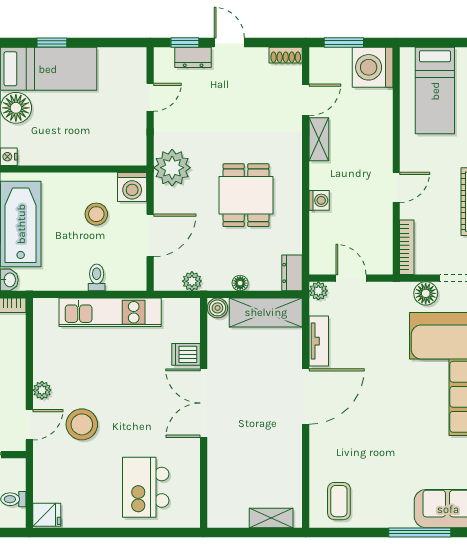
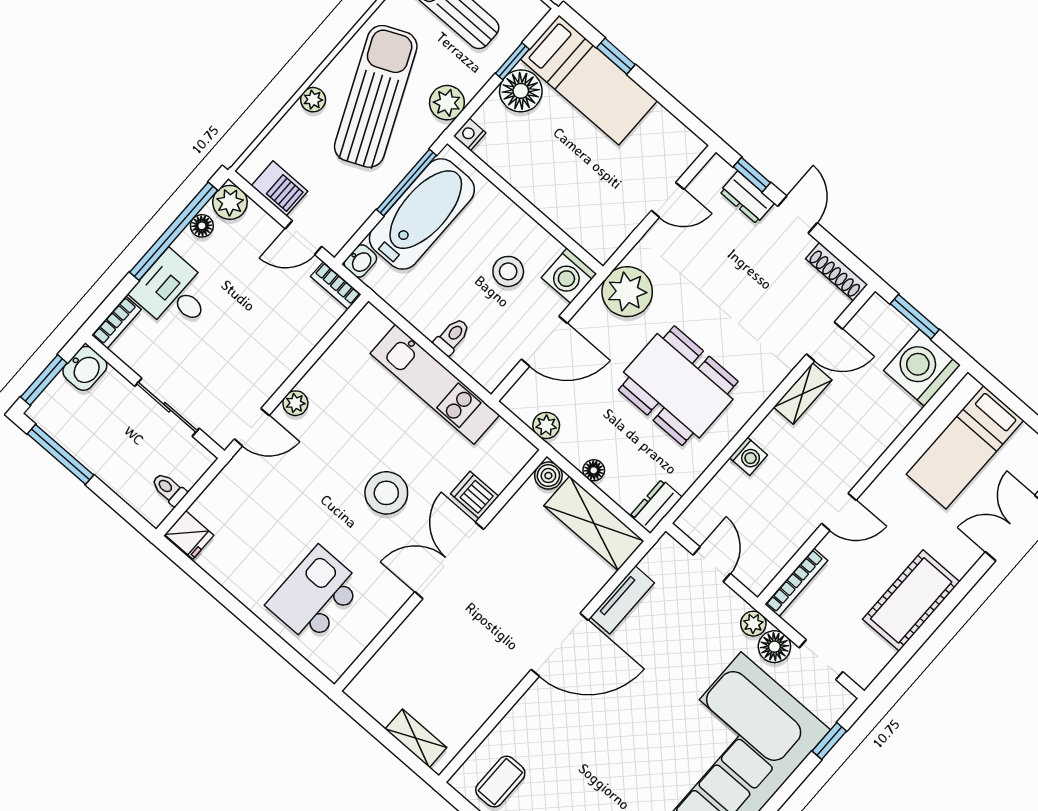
shoe rack: (286, 55) -> (837, 271), width x1.43
dining table: (246, 195) -> (678, 386), width x1.37
plant: (318, 291) -> (753, 624), moved
stool: (82, 424) -> (386, 493), moved

